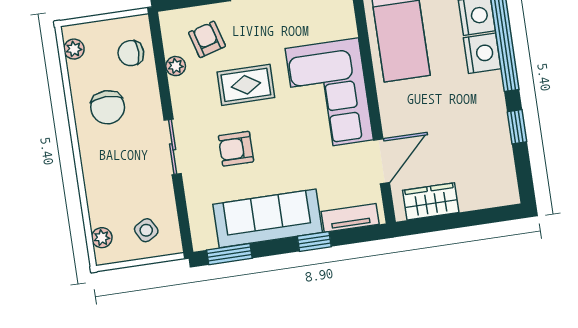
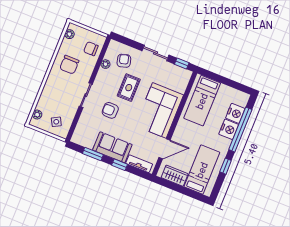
rug: (246, 85) -> (129, 88), turned 90
bed: (476, 159) -> (202, 170), added
sofa: (268, 218) -> (112, 147), width x0.73
window: (229, 254) -> (93, 154), moved

